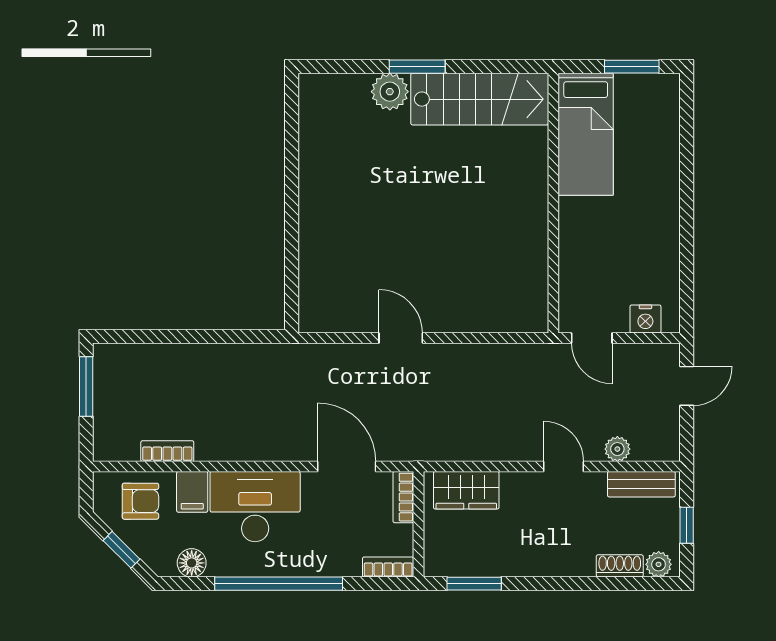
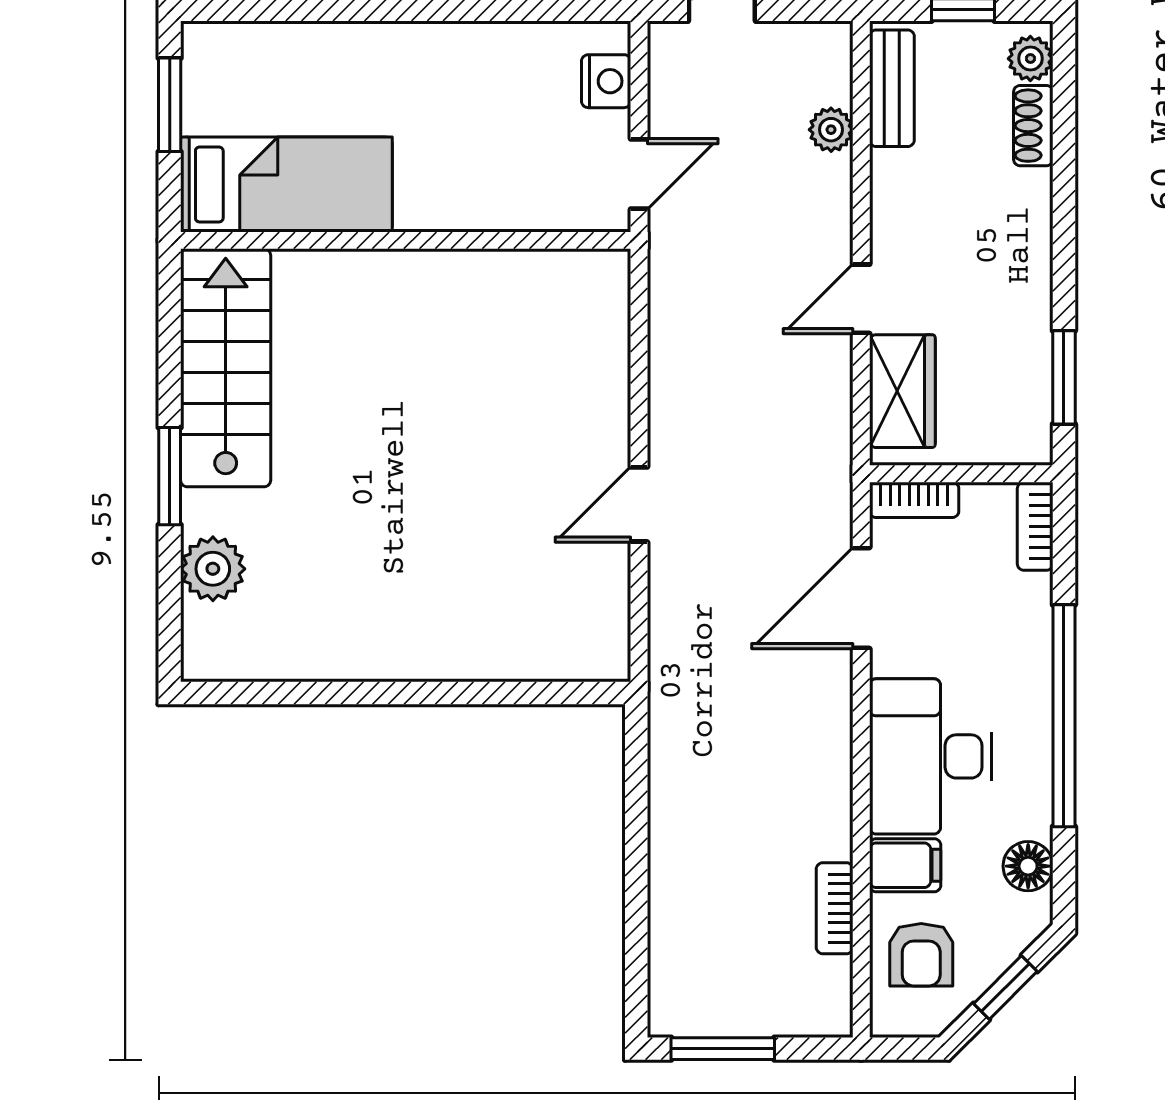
plant: (390, 92) -> (213, 569), moved
door: (564, 466) -> (861, 299), moved
armchair: (140, 501) -> (921, 955), turned 180

